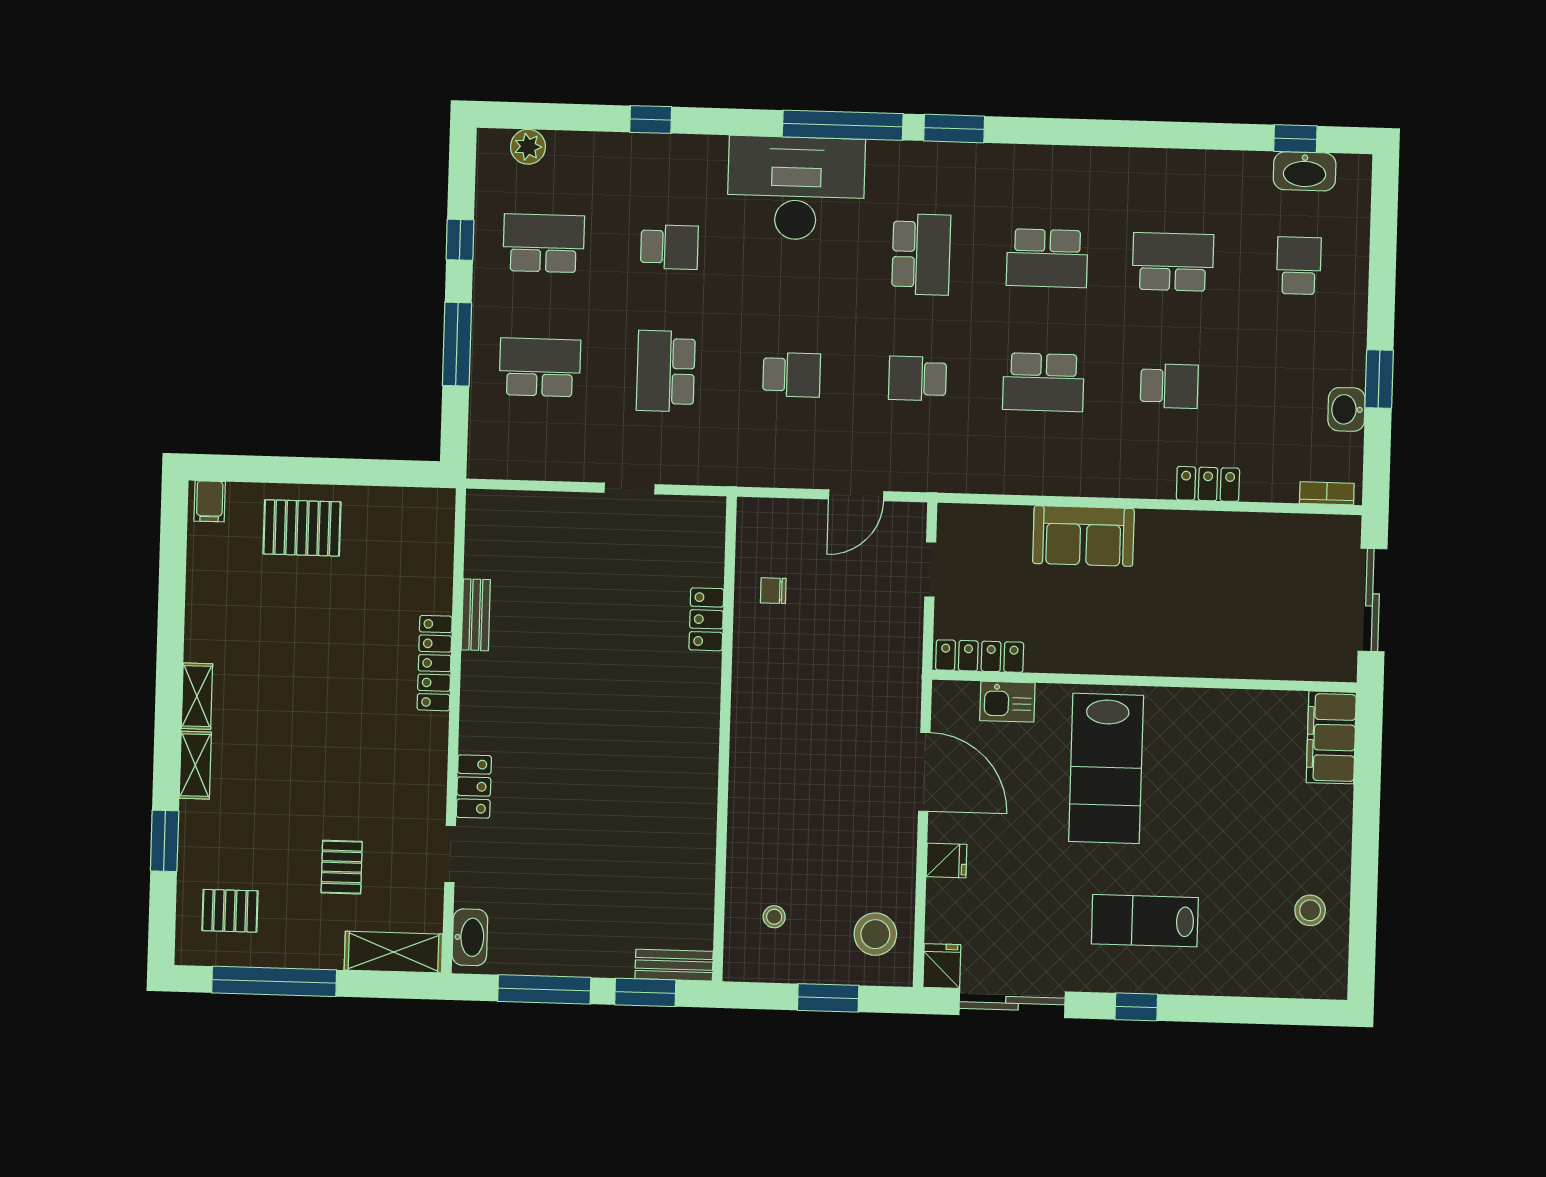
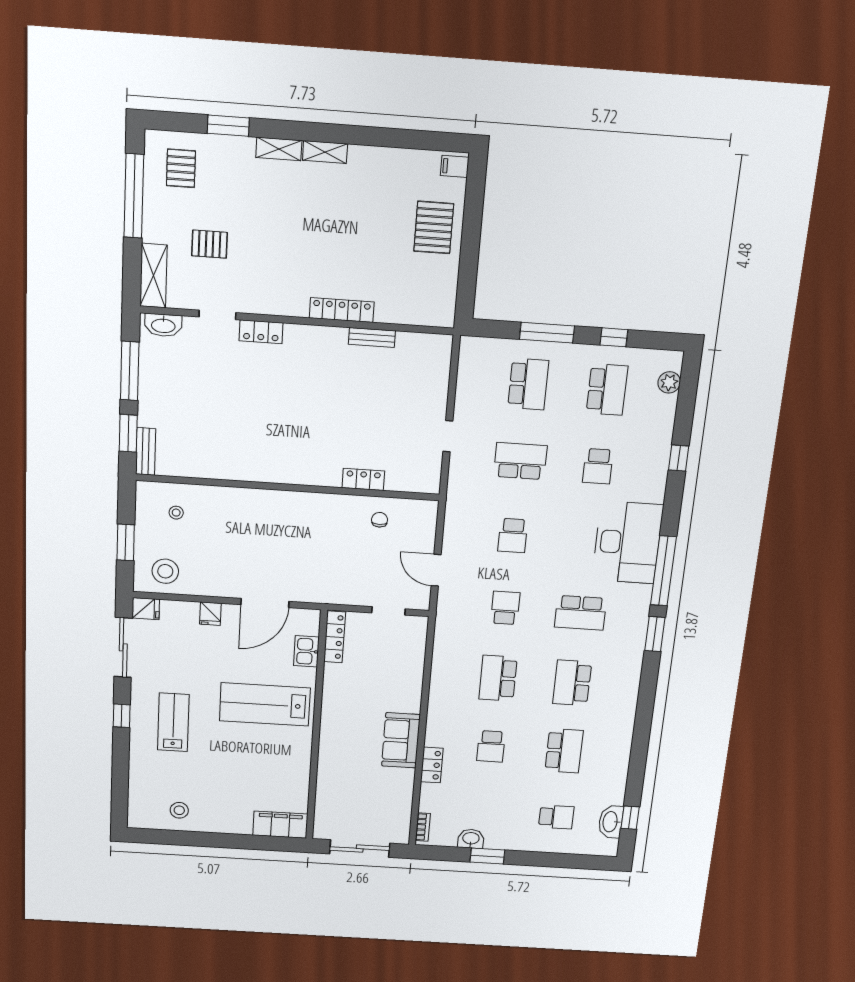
sofa: (1083, 536) -> (401, 740), moved

